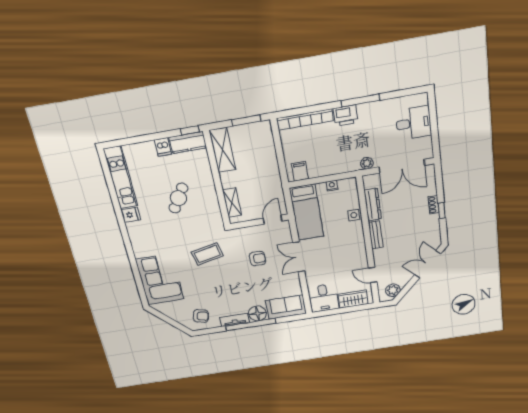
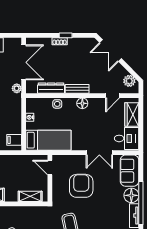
floor lamp: (359, 244) -> (82, 103), added
double door: (299, 257) -> (99, 153), moved
armchair: (257, 259) -> (81, 186), width x1.88, depth x1.88

